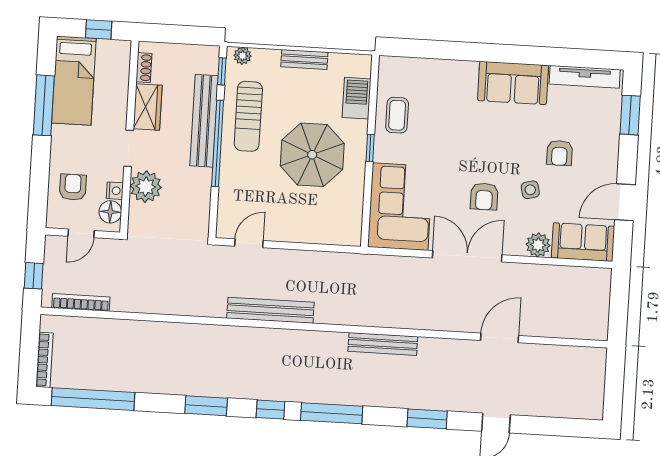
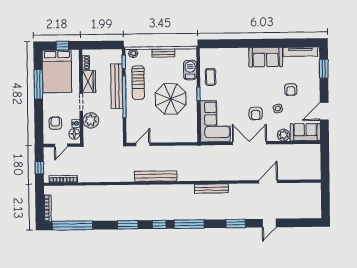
bed: (74, 81) -> (57, 71), width x1.50

